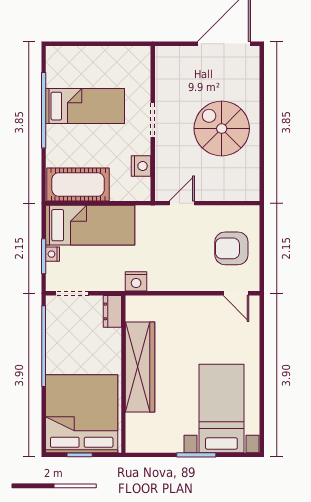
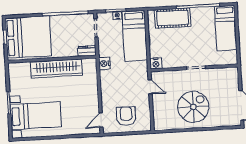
bed: (85, 106) -> (226, 28), moved
nightstand: (141, 166) -> (156, 63), moved
cot: (78, 184) -> (173, 18), moved, turned 90

